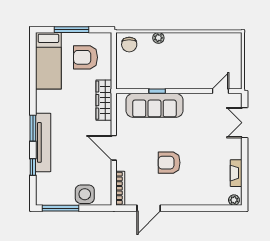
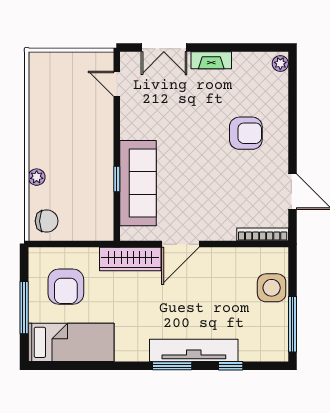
door: (114, 148) -> (180, 244), moved
armchair: (169, 163) -> (246, 133), moved, turned -90
fireplace: (236, 173) -> (211, 60), moved

